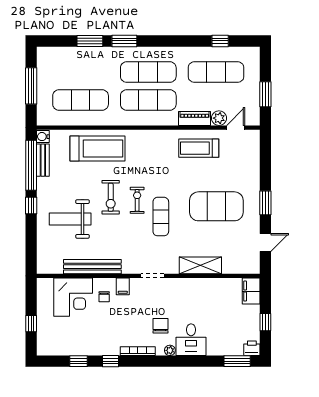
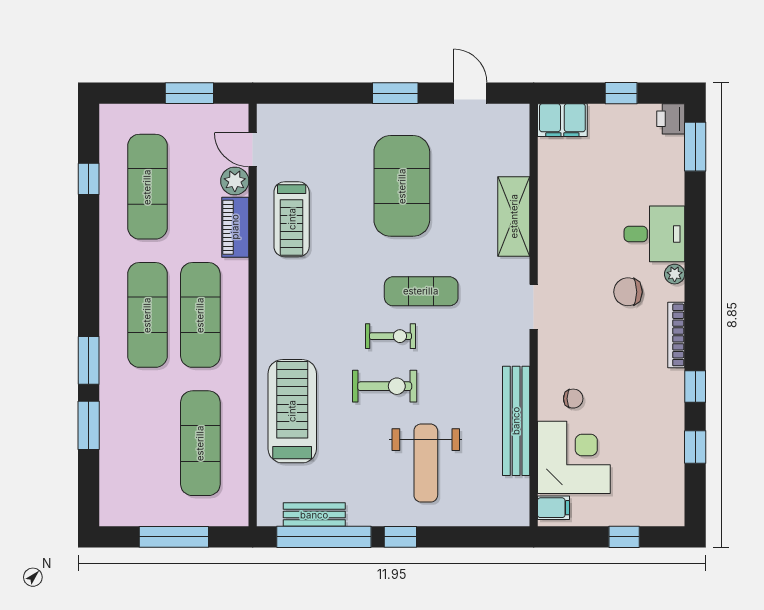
water cooler: (43, 137) -> (270, 515), removed
exercise bike: (137, 200) -> (390, 336), turned 180
filing cabinet: (123, 286) -> (553, 508), moved

